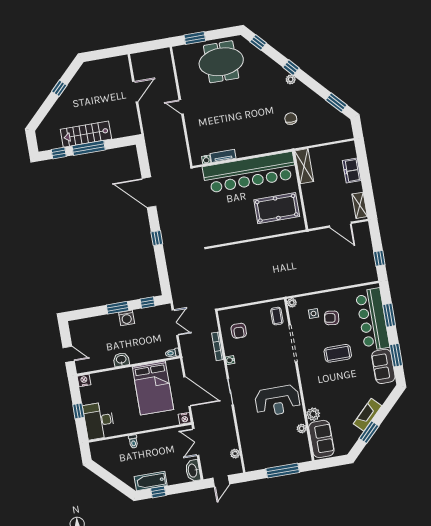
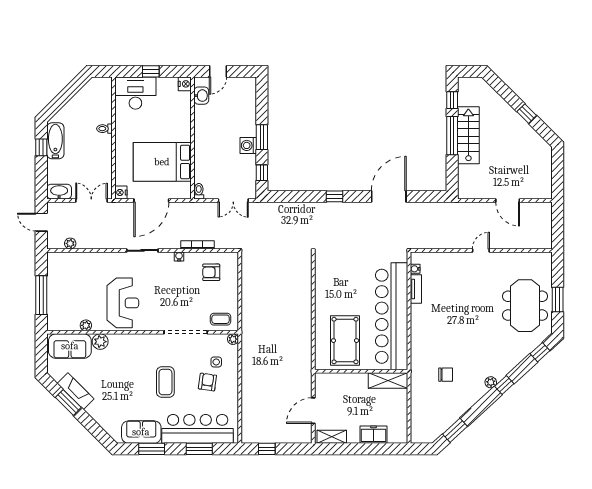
window: (195, 38) -> (558, 300), moved
washbasin: (121, 360) -> (201, 96), moved
reception desk: (277, 401) -> (123, 303), turned 180
fireplace: (368, 415) -> (76, 391), moved

